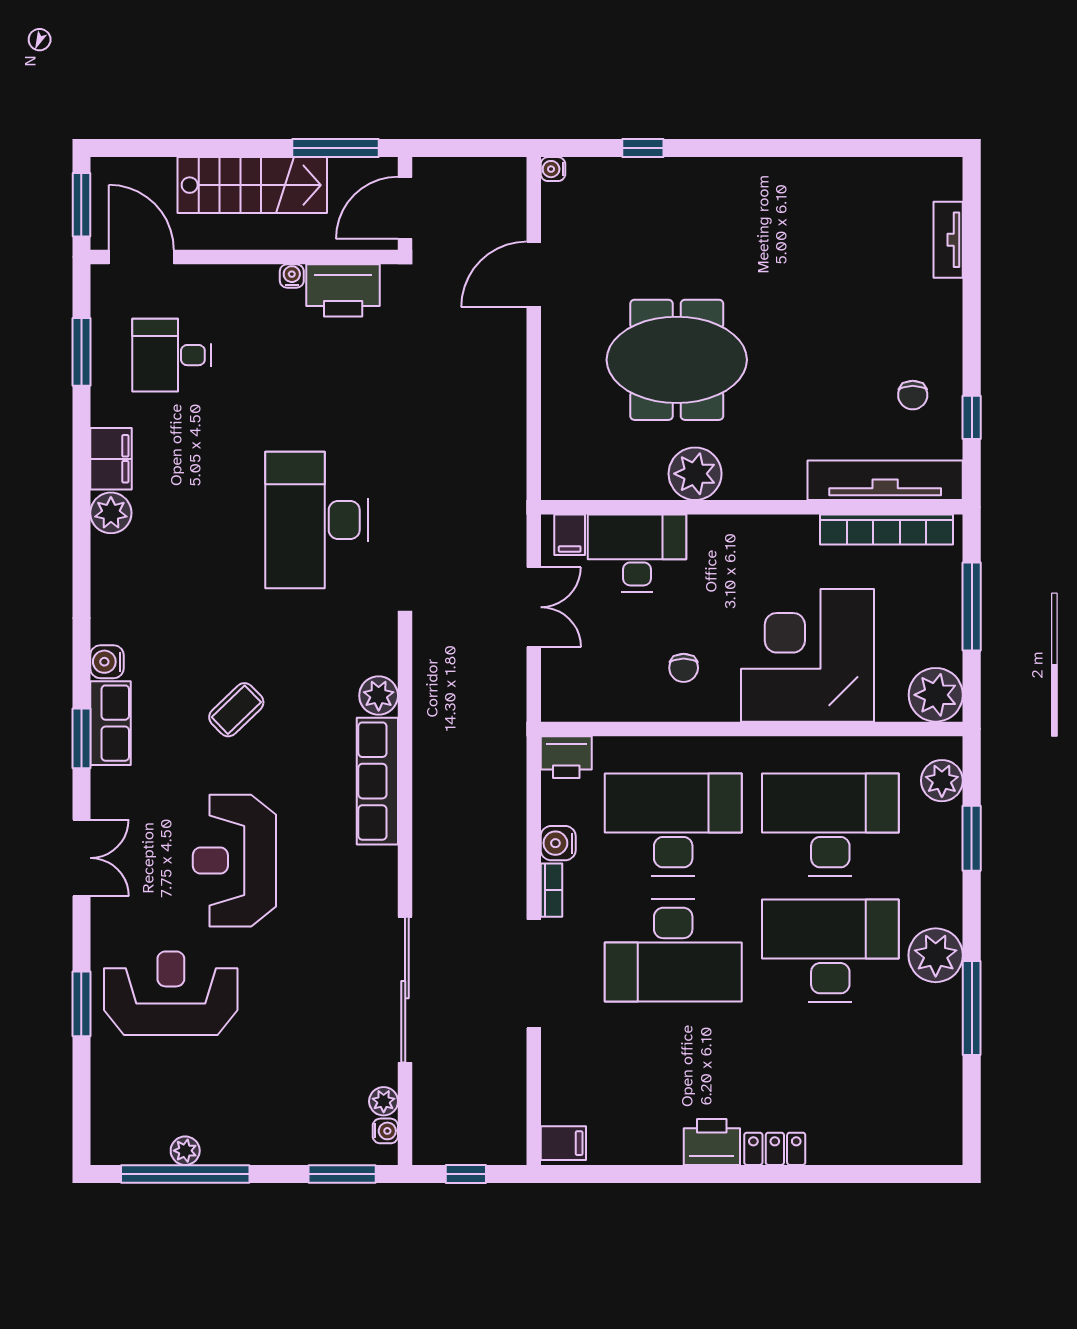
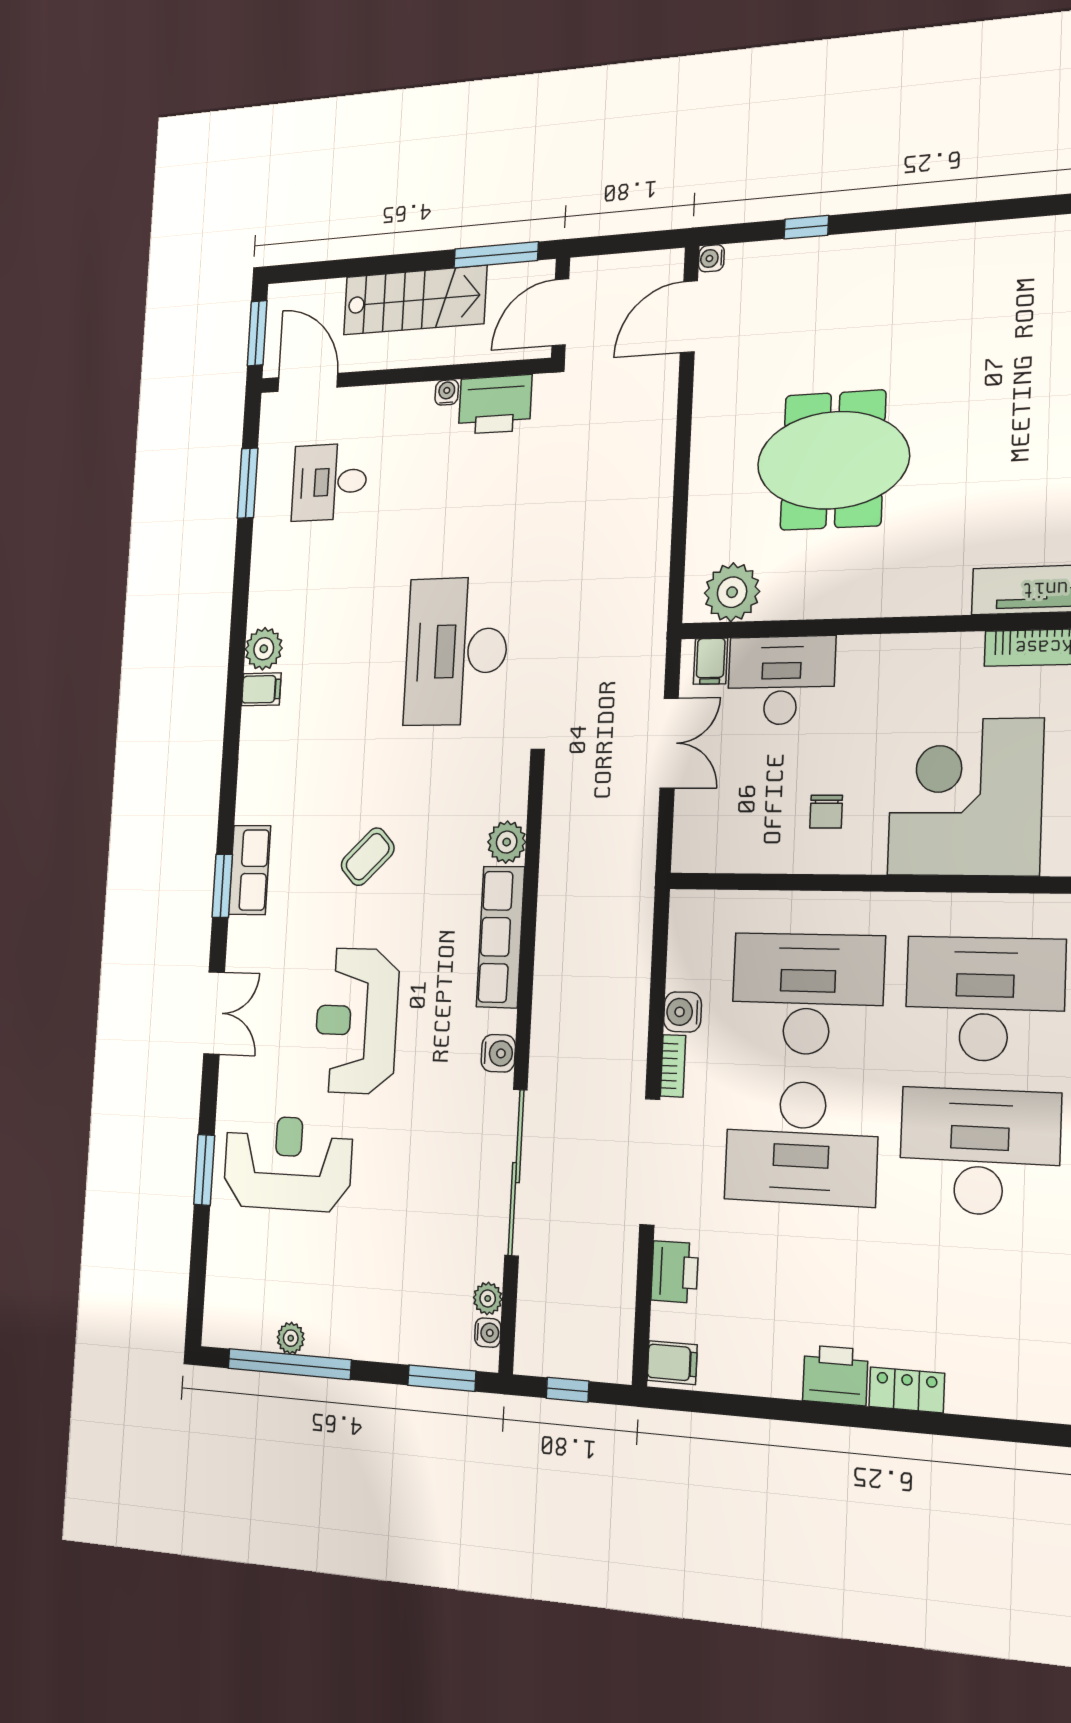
door: (534, 274) -> (689, 317), moved
filing cabinet: (111, 459) -> (261, 689), moved, width x0.50
plant: (695, 474) -> (732, 592), moved
water cooler: (107, 662) -> (498, 1053), moved, turned 180
printer: (566, 757) -> (675, 1272), moved, turned -90

